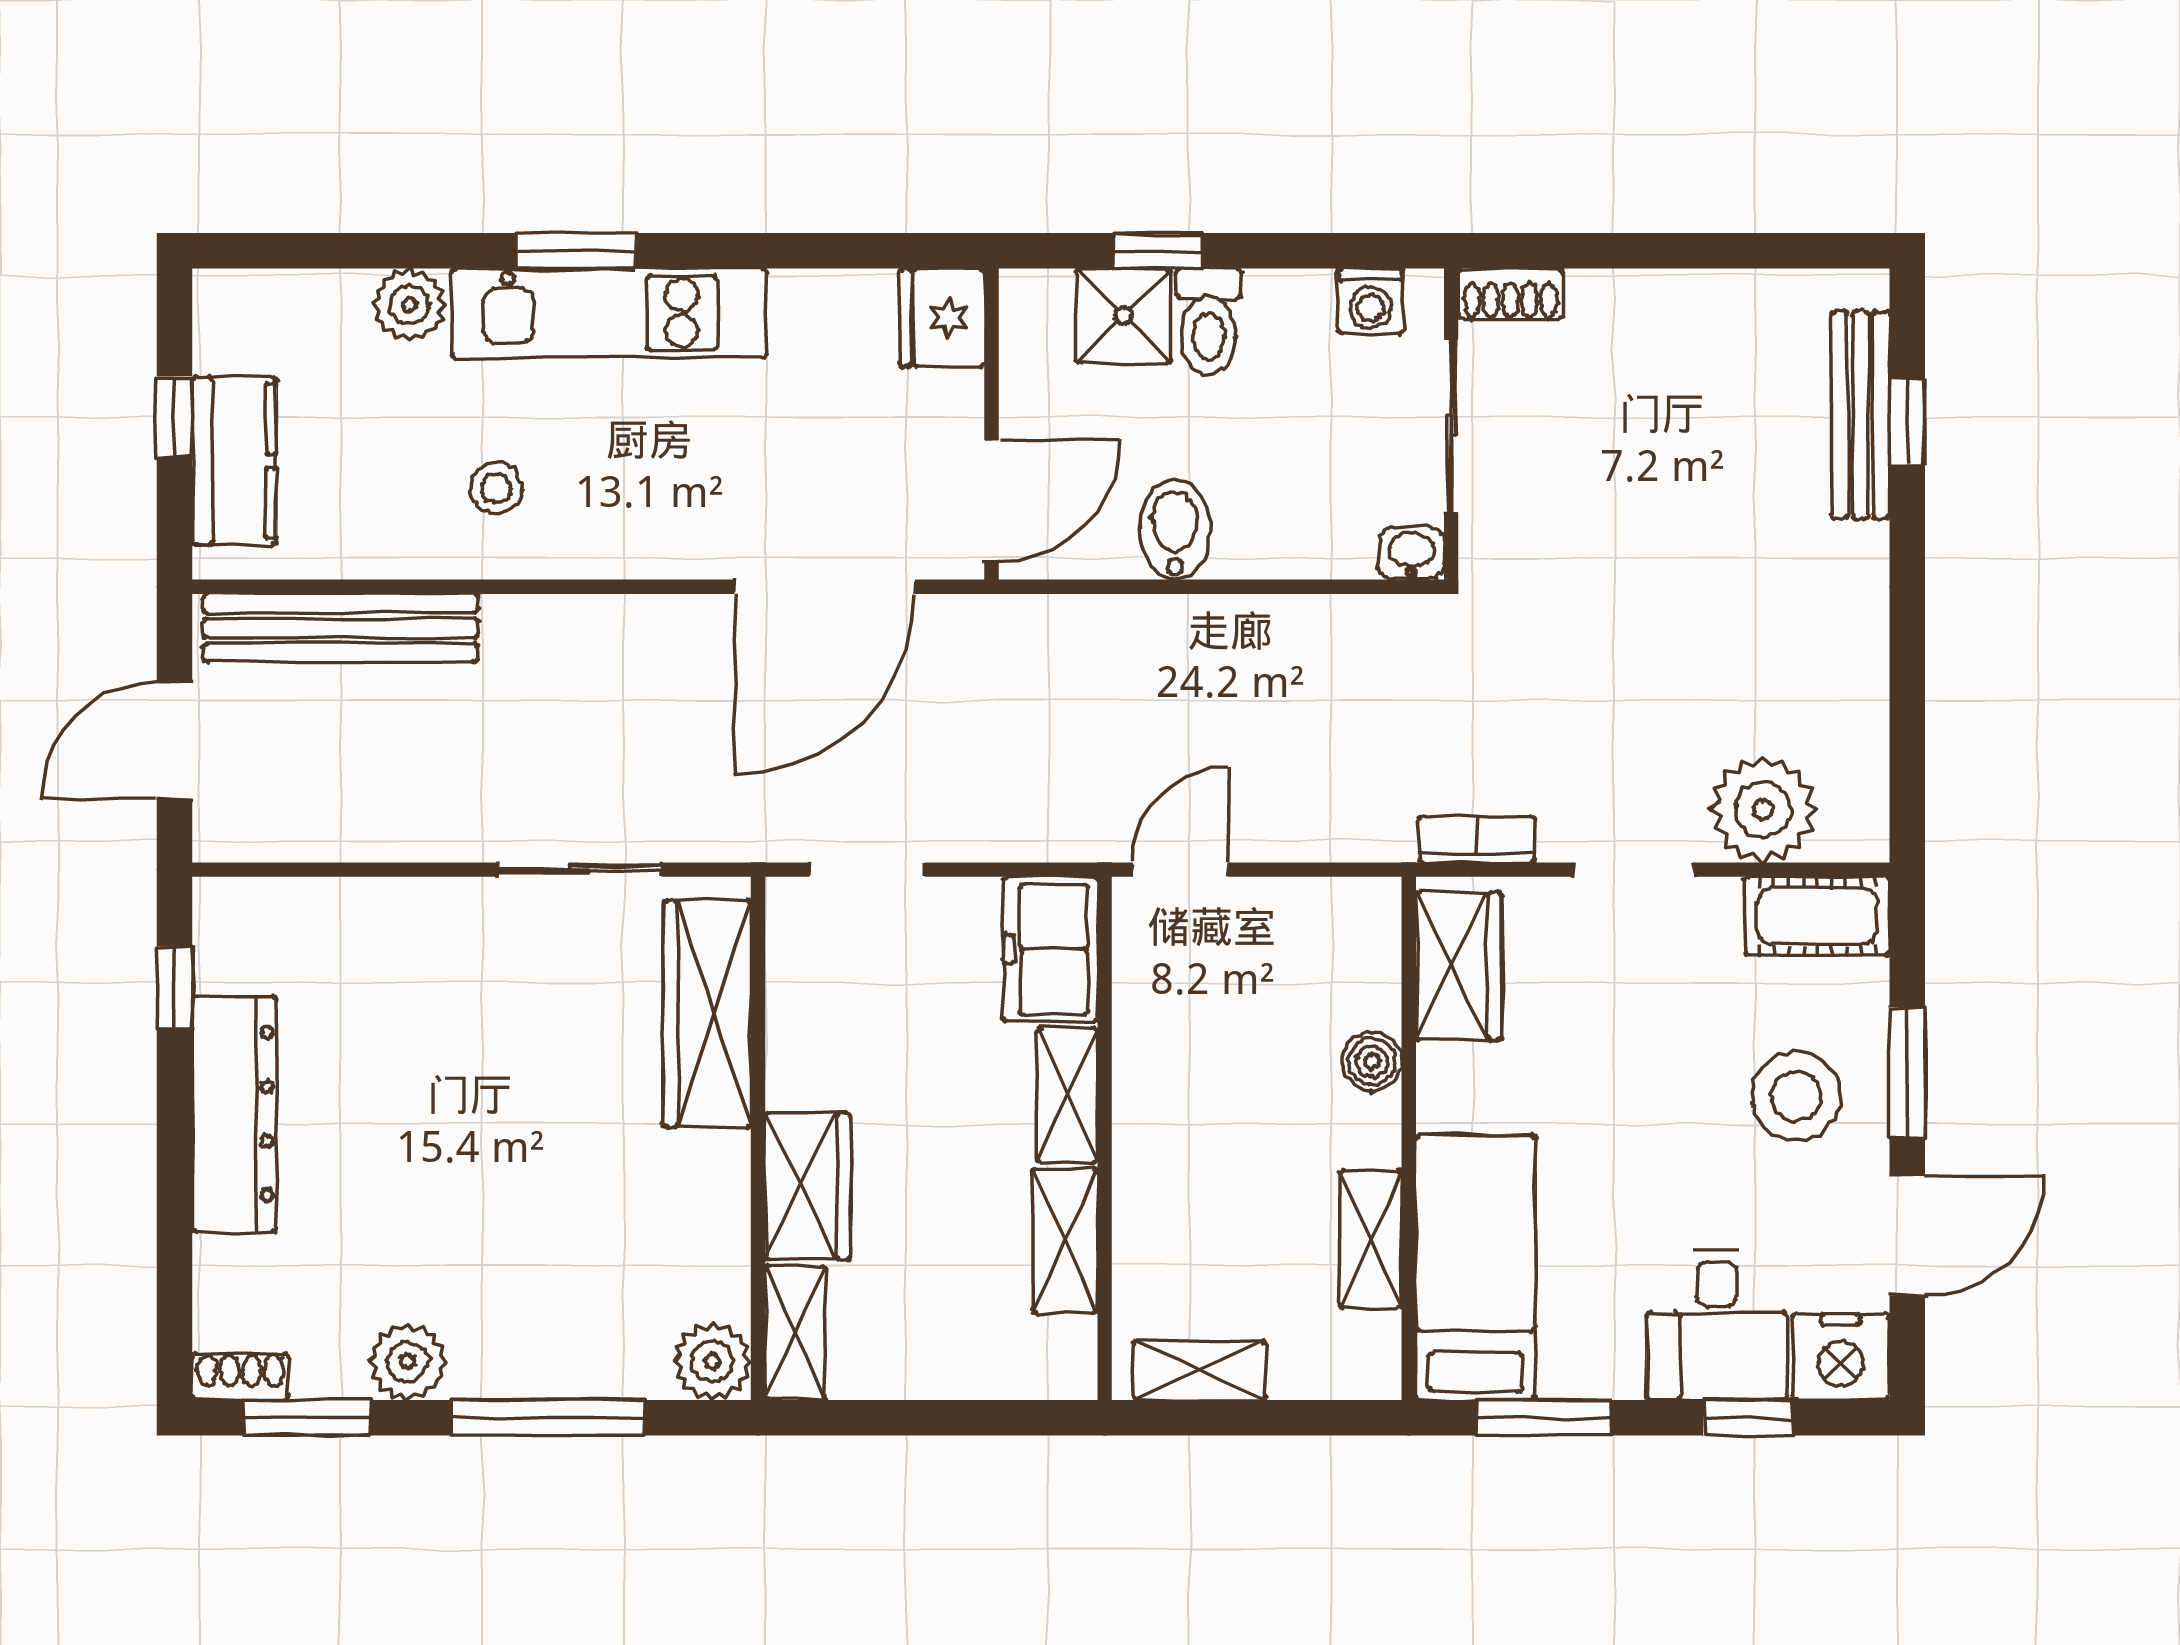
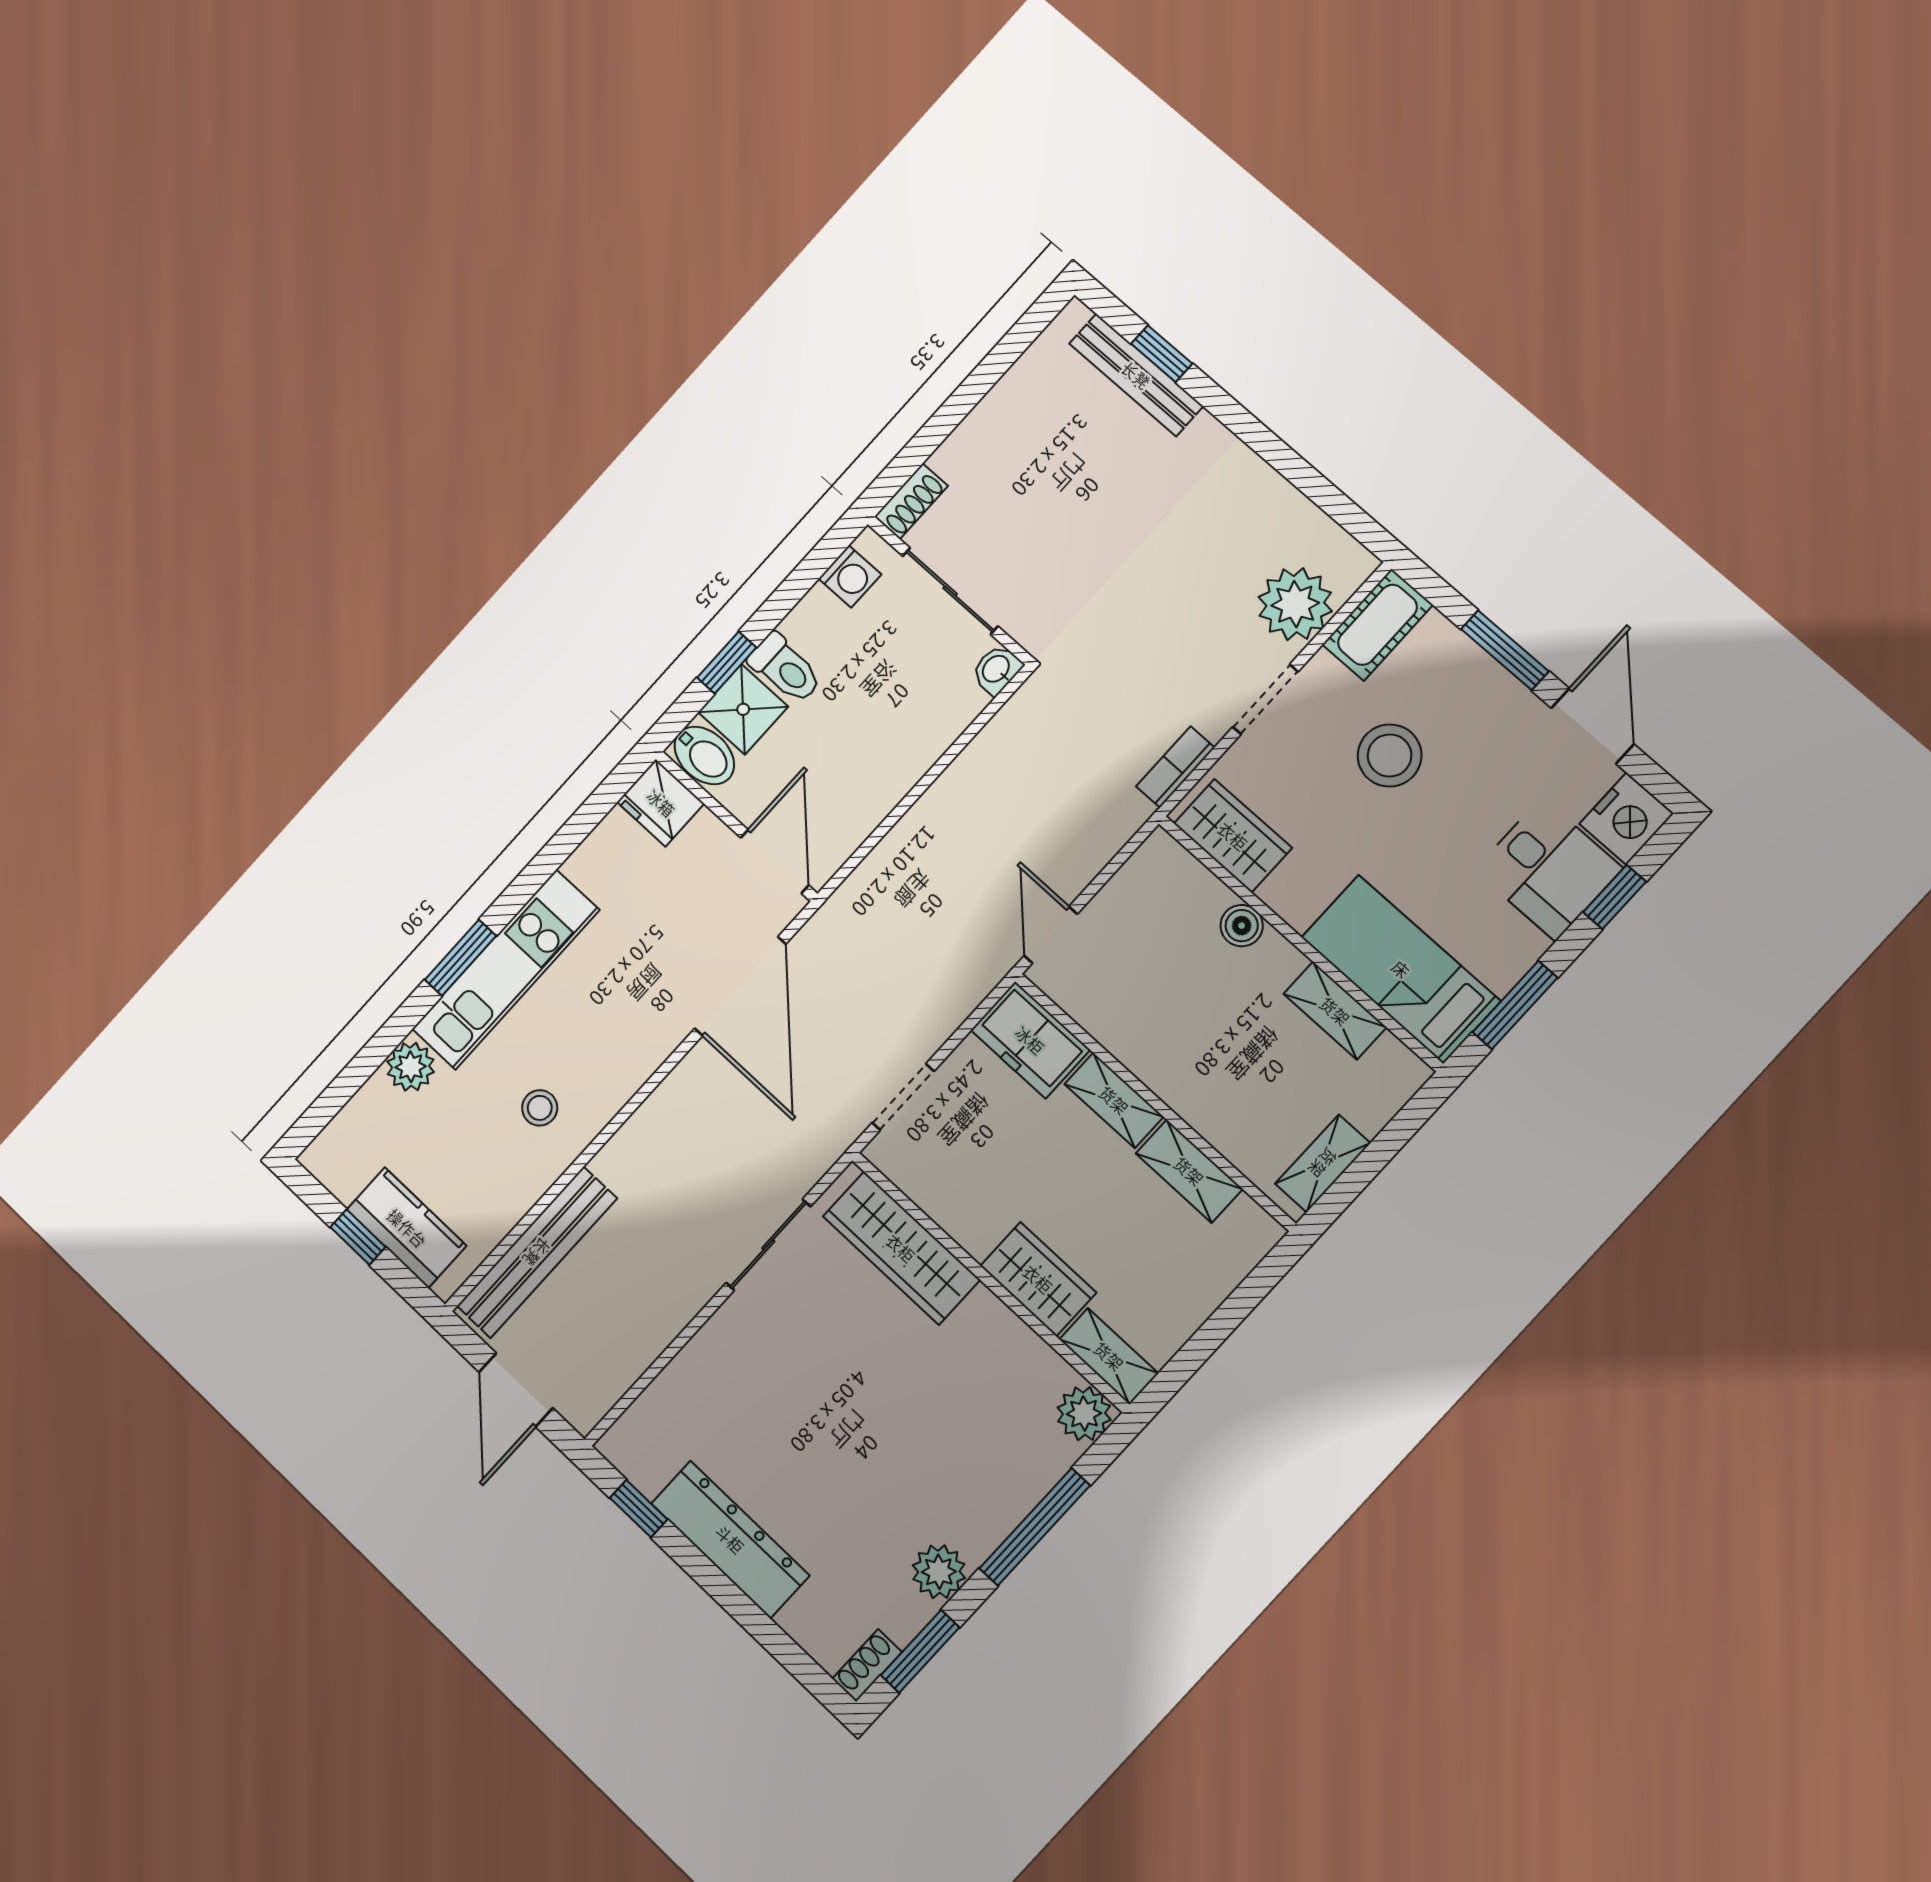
bidet: (1175, 529) -> (704, 755), moved, turned 180
stool: (1796, 1096) -> (1390, 755), moved

